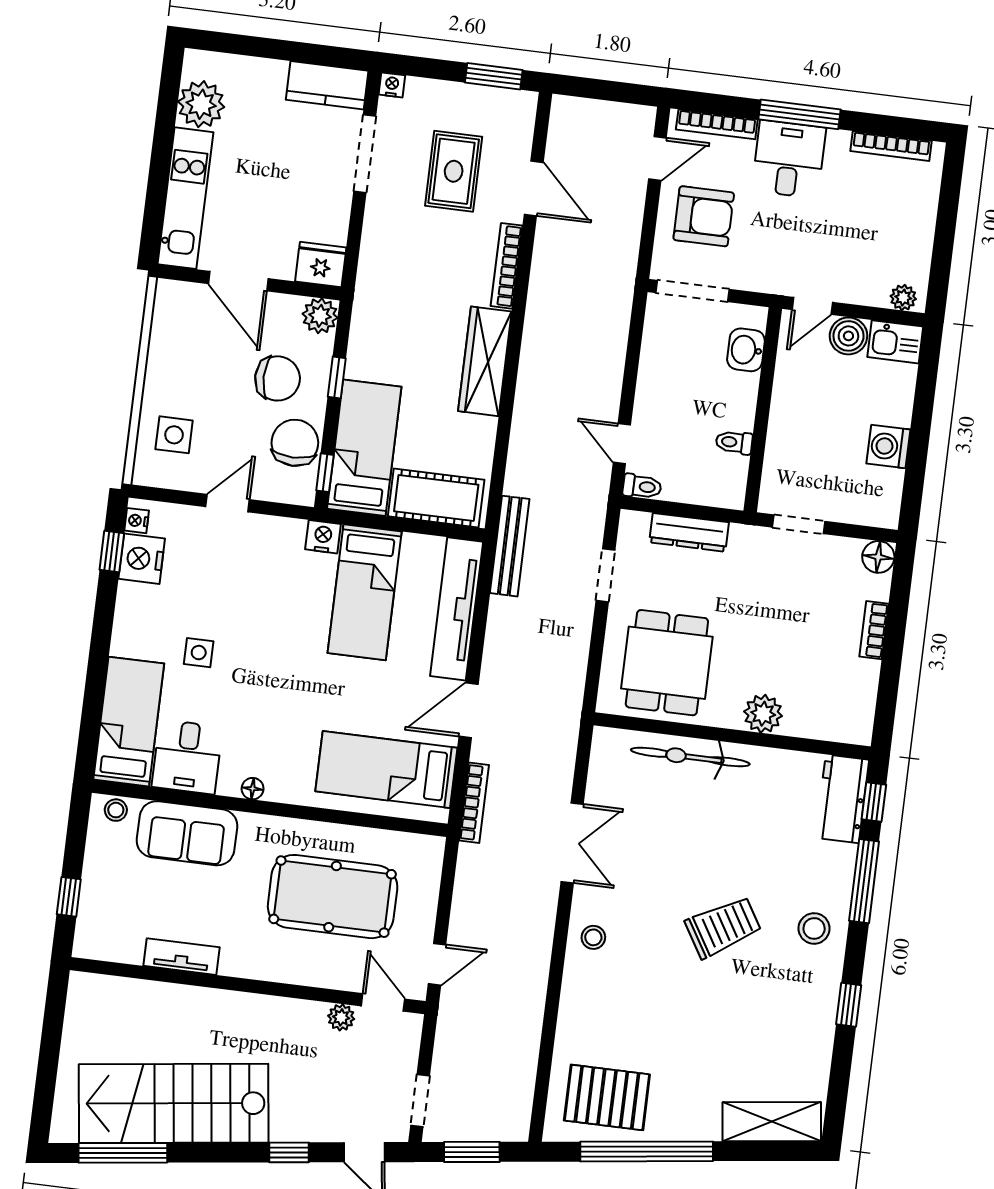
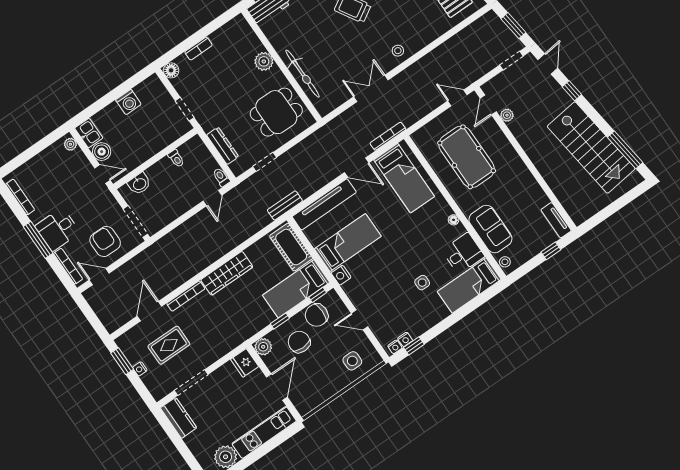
nightstand: (392, 85) -> (140, 369), moved
bench: (510, 546) -> (285, 205), width x0.73
nightstand: (142, 559) -> (405, 339), width x0.53, depth x0.56
tv unit: (182, 957) -> (556, 220), moved

